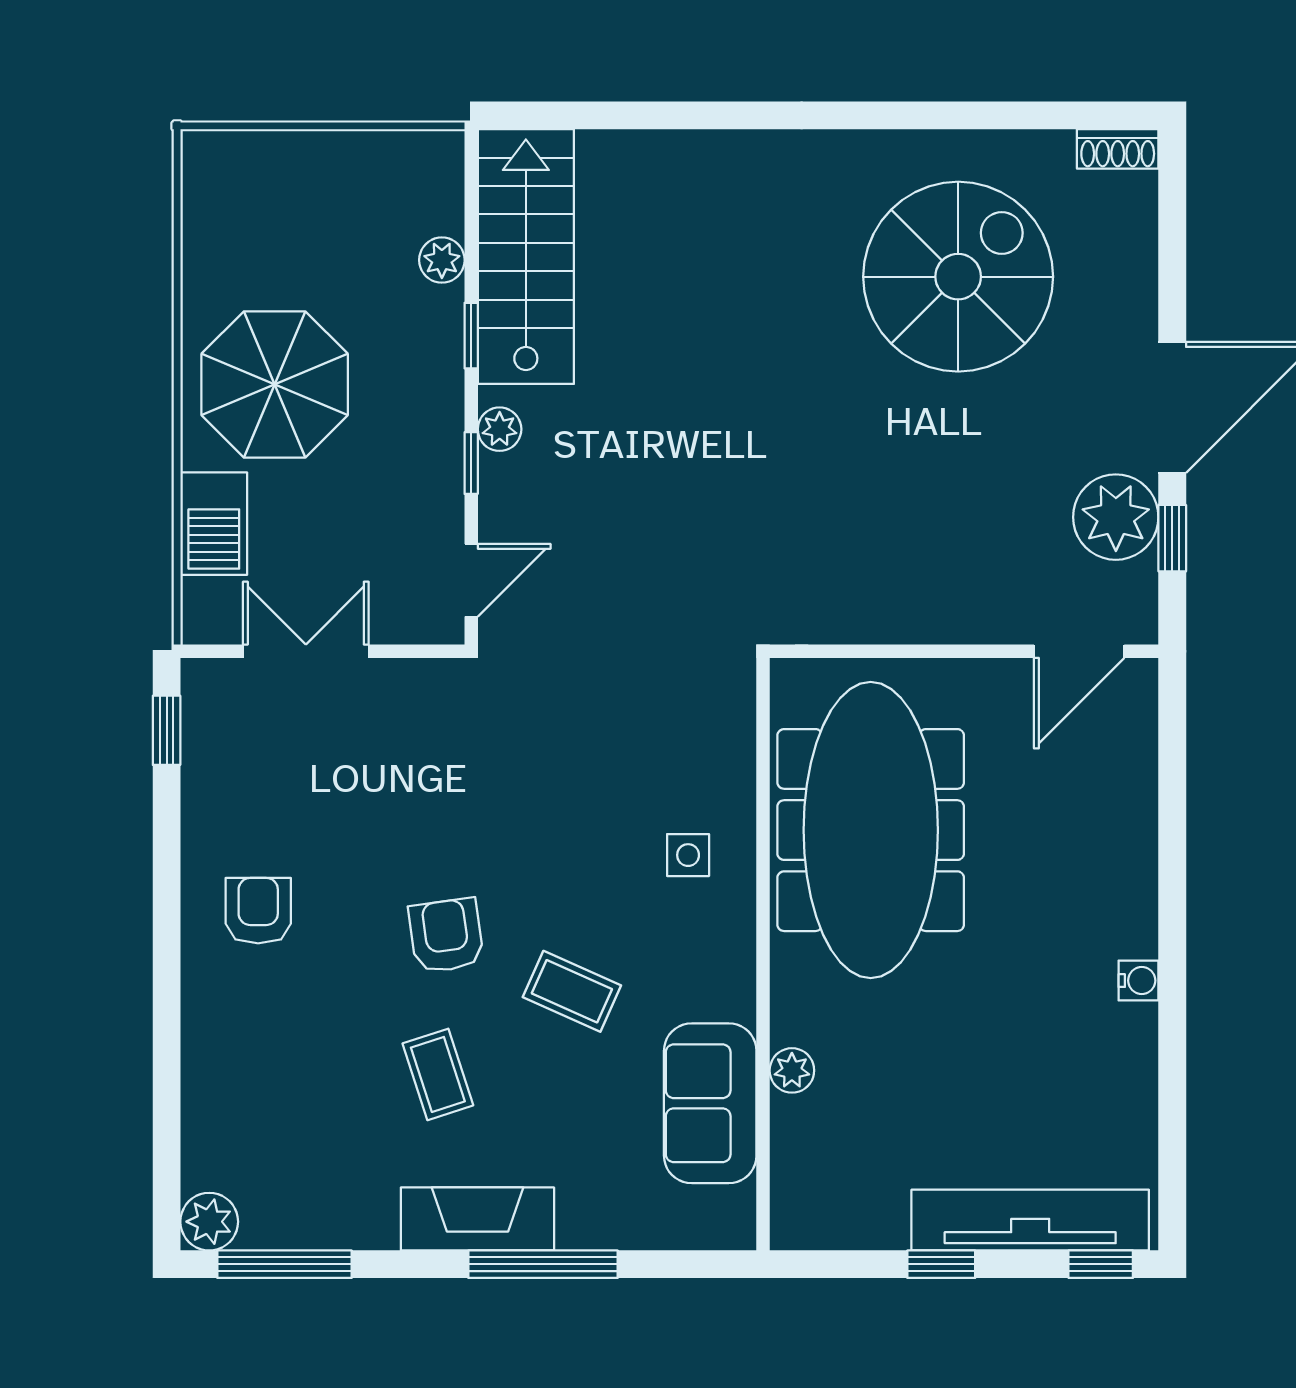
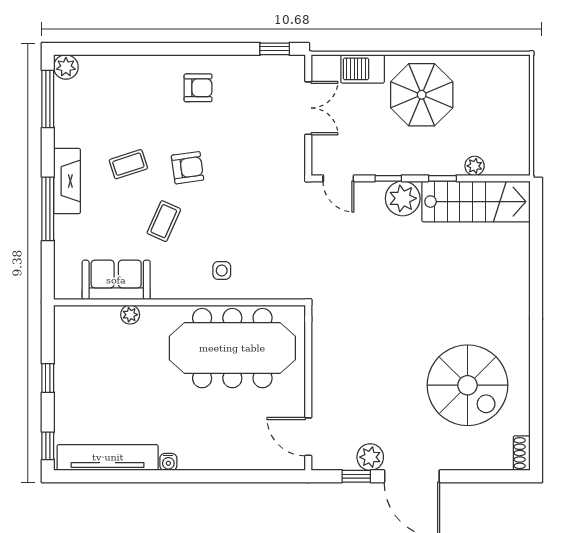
plant: (500, 429) -> (403, 198), width x1.88, depth x1.88
plant: (1116, 517) -> (370, 457), width x0.73, depth x0.73
tv unit: (1030, 1220) -> (108, 457), moved, turned -90

